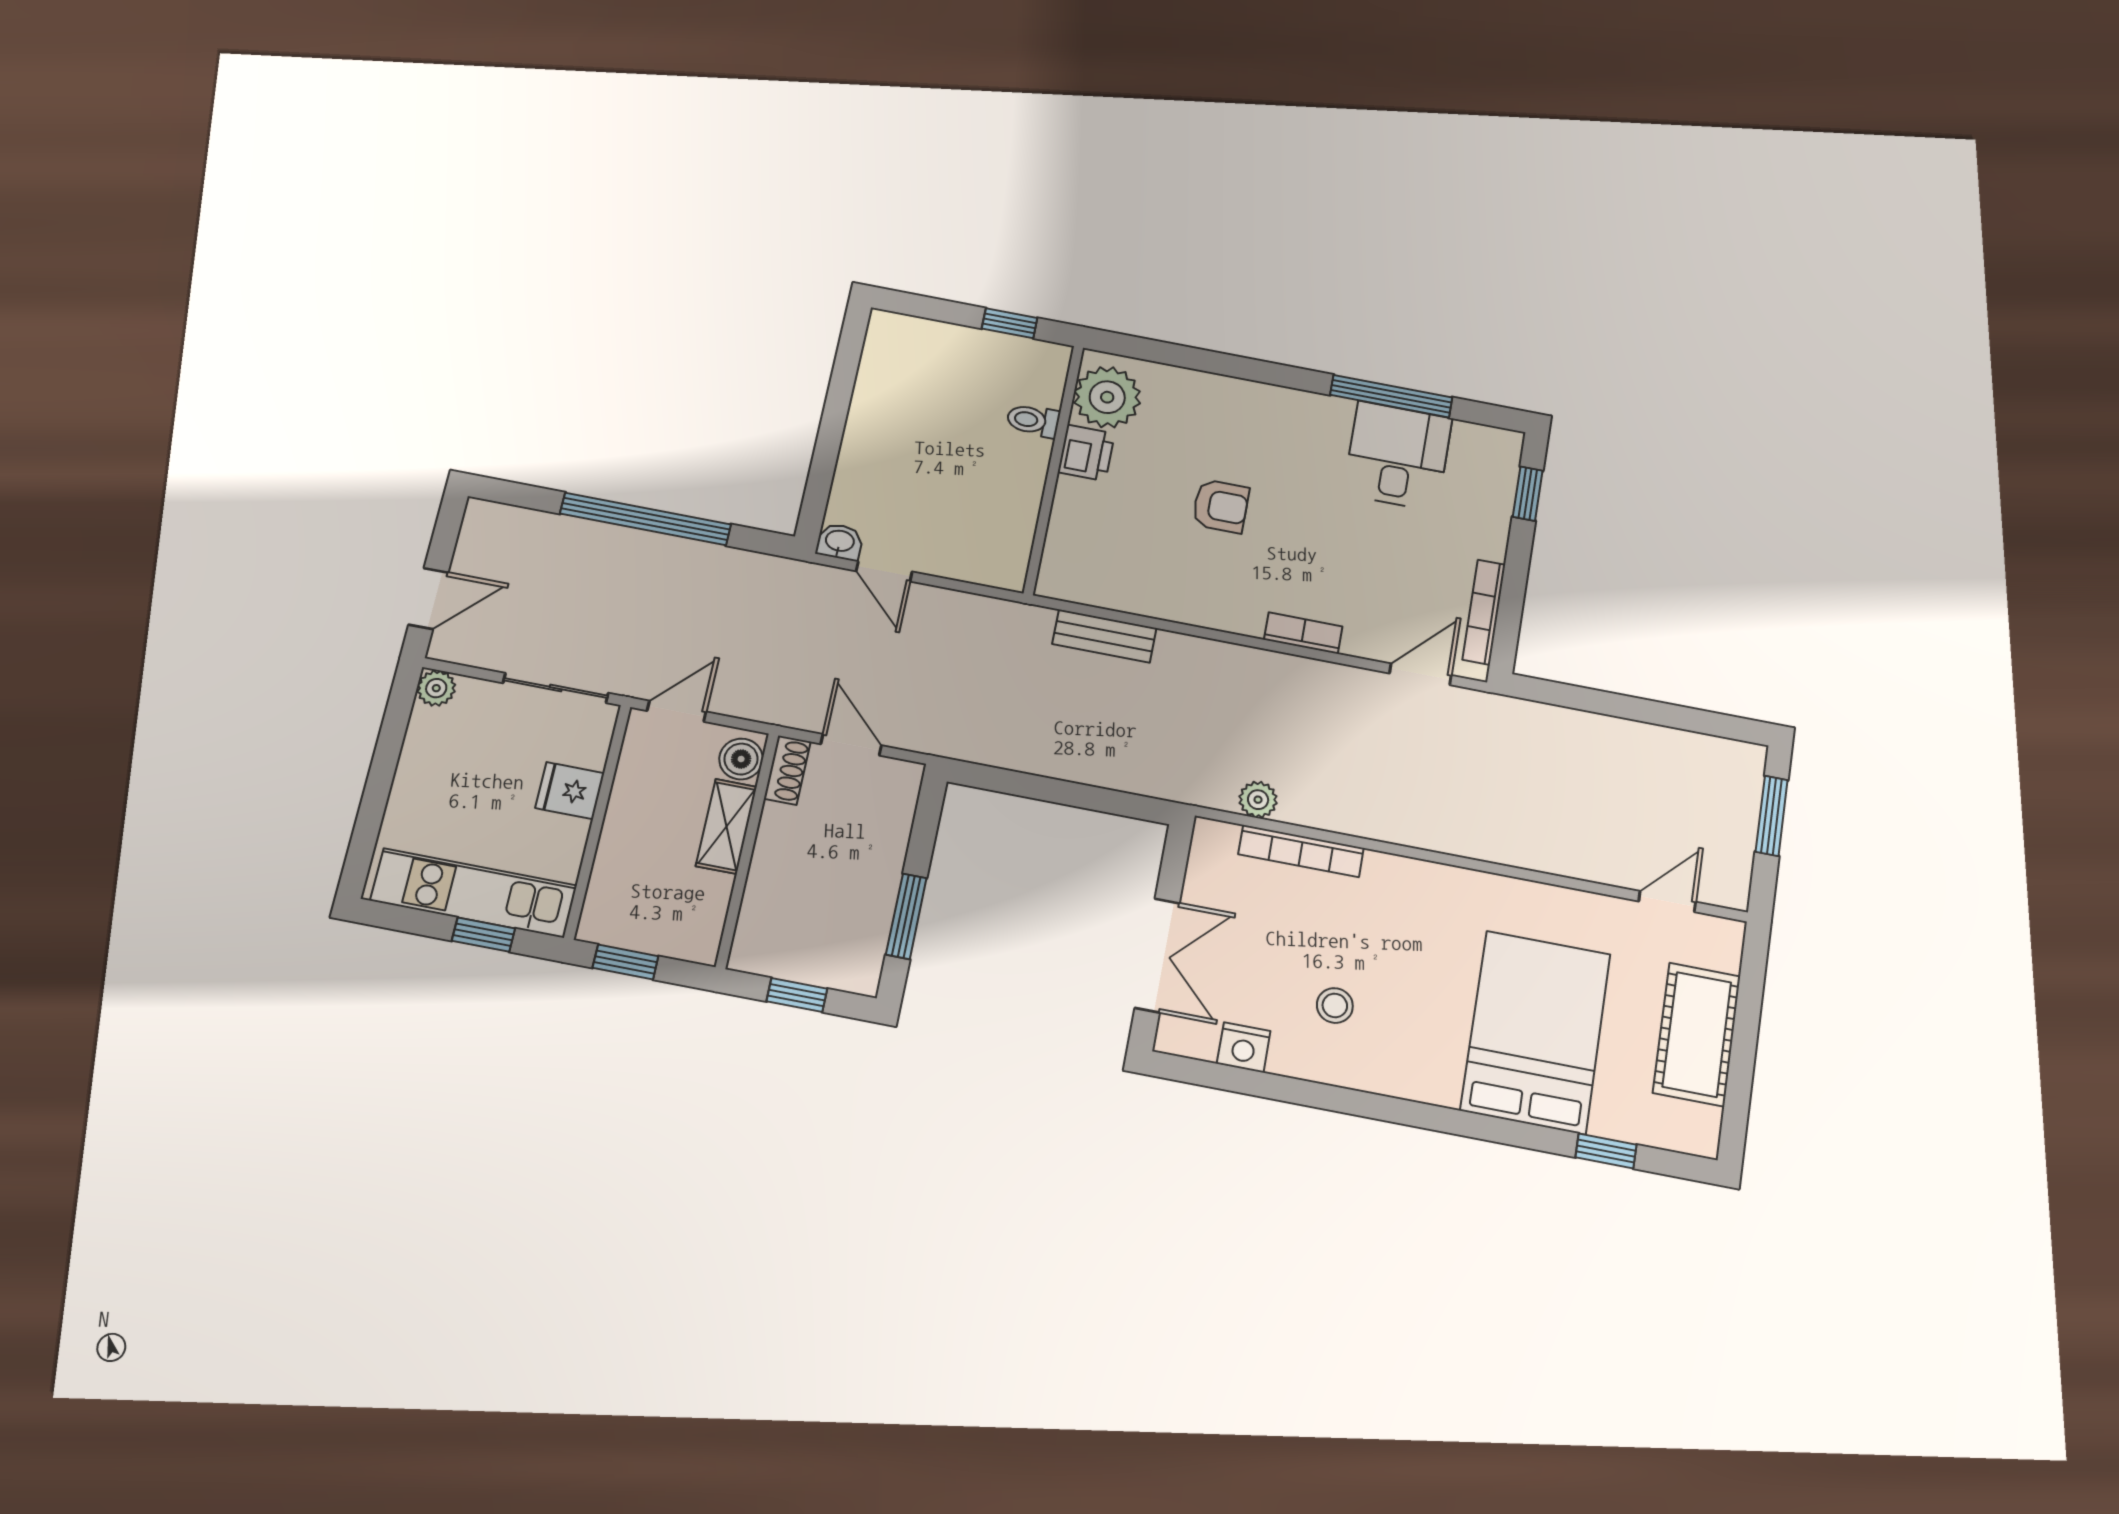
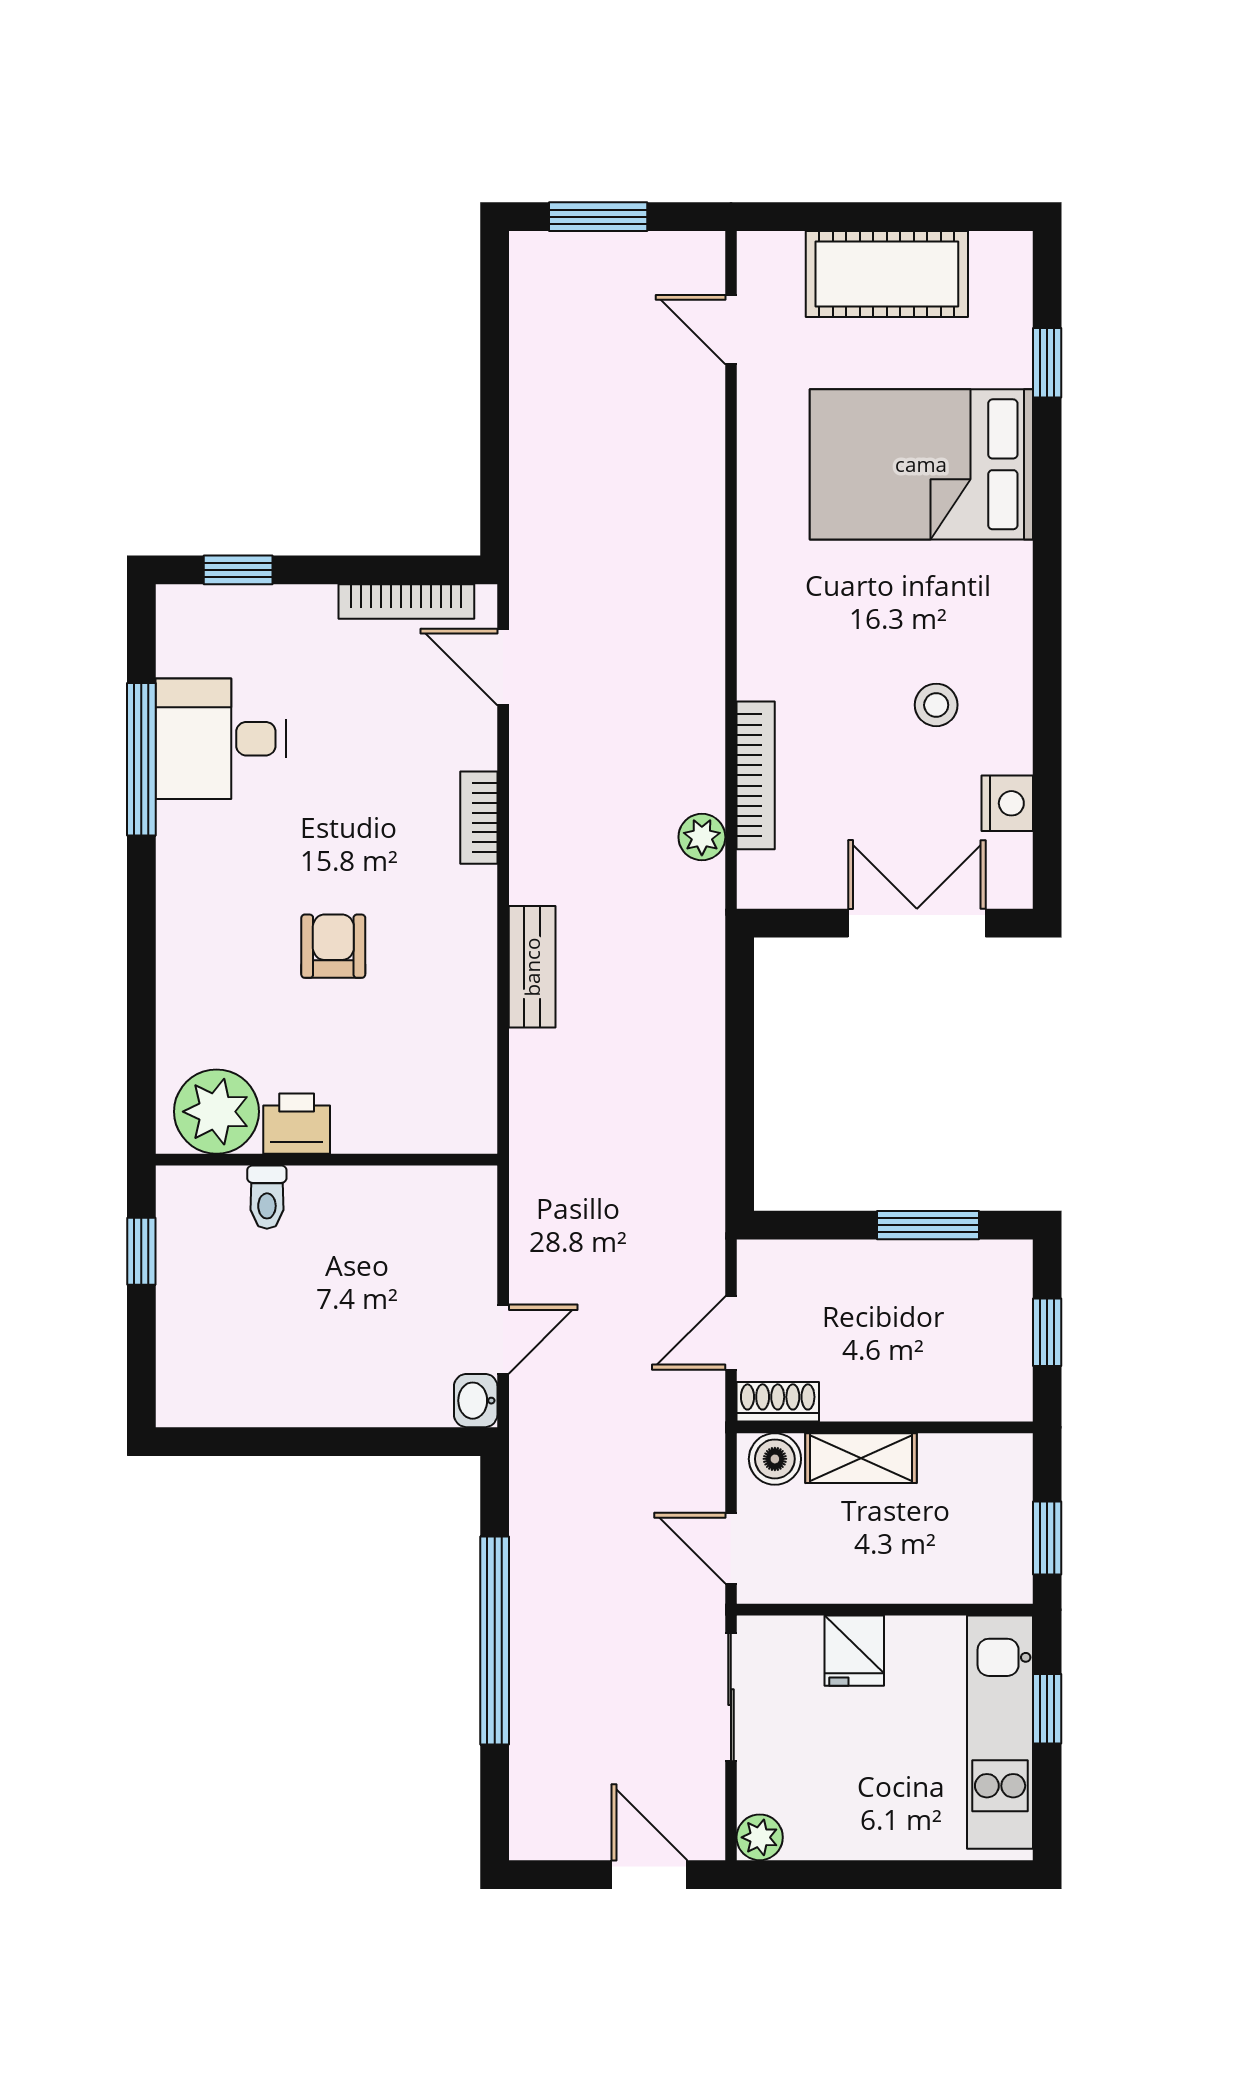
bench: (1104, 636) -> (532, 967), moved

